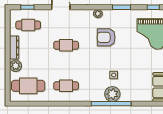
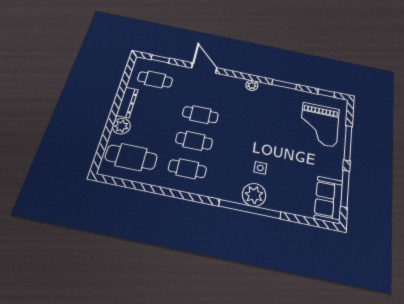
armchair: (106, 37) -> (258, 116), removed
cafe table: (66, 66) -> (194, 141), added

